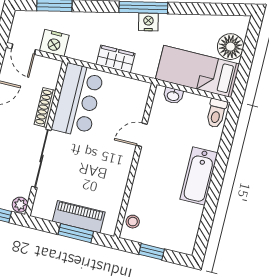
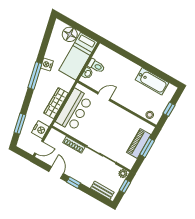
nightstand: (148, 22) -> (47, 65), moved
wardrobe: (116, 59) -> (56, 103), width x1.50
bar counter: (78, 100) -> (74, 110), moved, turned 90
toilet: (216, 113) -> (96, 66), moved
door: (142, 135) -> (104, 96), swing flipped
bathtub: (199, 176) -> (152, 81), moved

